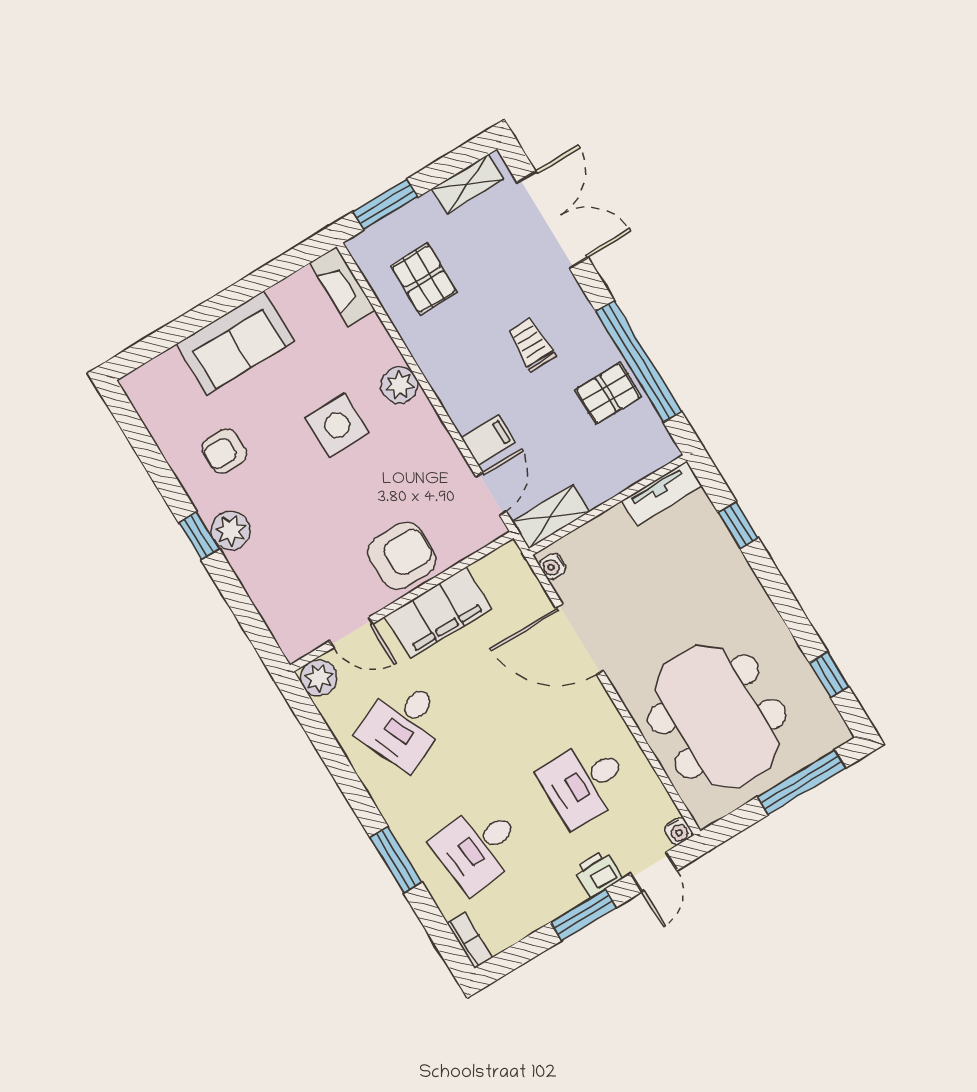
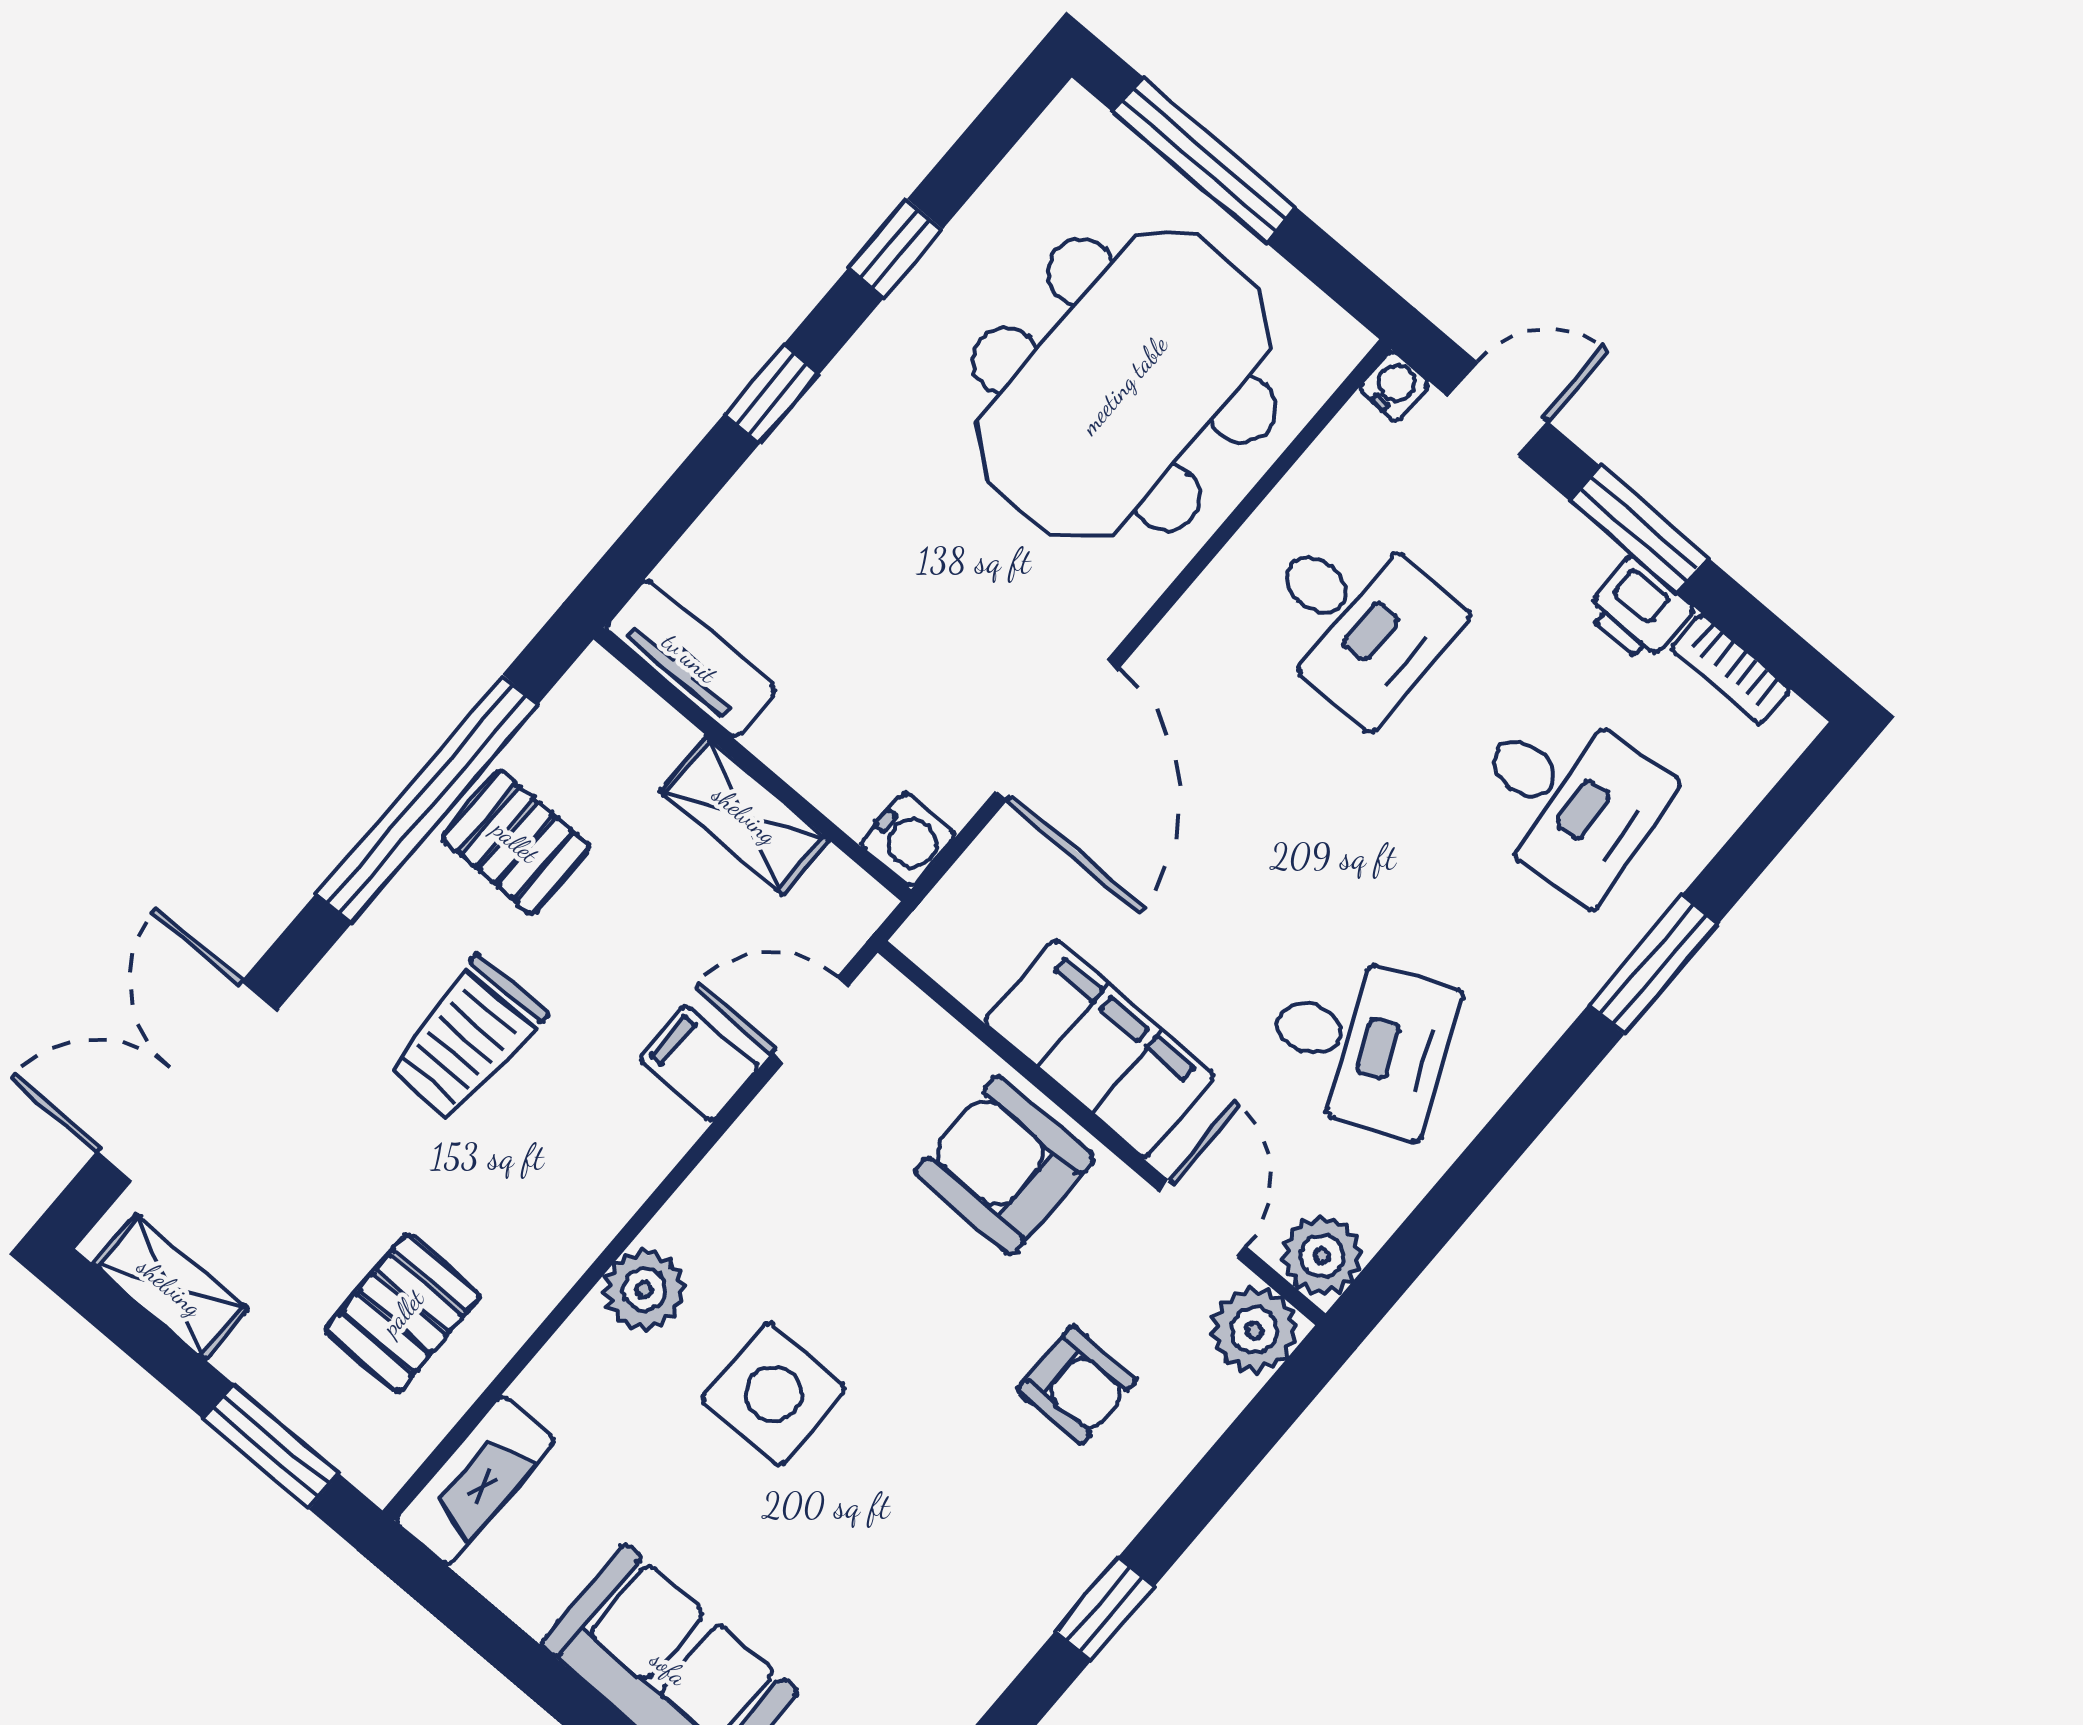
trolley: (531, 345) -> (466, 1039), width x1.36, depth x1.39
armchair: (224, 451) -> (1077, 1385), moved
shelving: (551, 517) -> (745, 815), moved
window: (738, 525) -> (772, 394), moved
plant: (231, 530) -> (1254, 1330), moved
water cooler: (553, 566) -> (908, 839), width x1.38, depth x1.38
window: (829, 675) -> (895, 249), moved
printer: (598, 874) -> (1639, 610), moved
bookcase: (470, 940) -> (1731, 669), moved, turned -90

